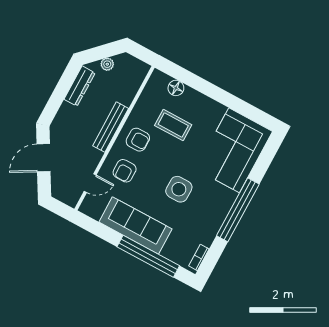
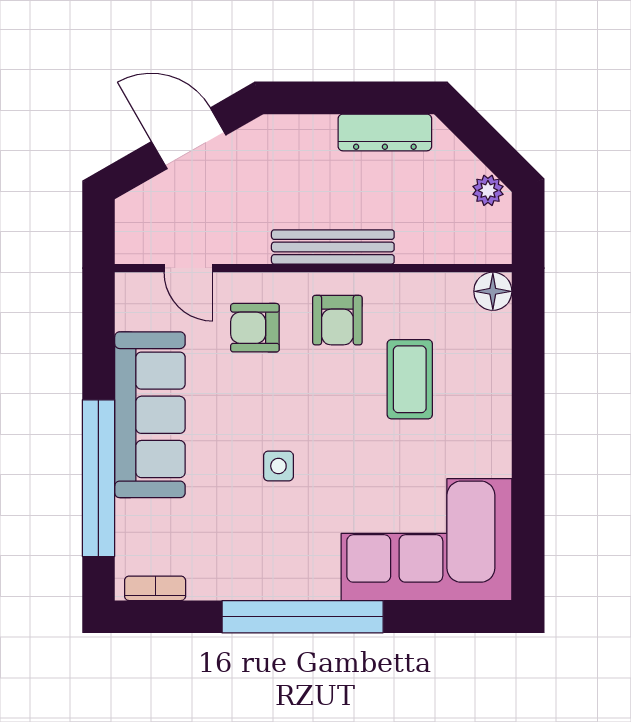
plant: (107, 64) -> (488, 190), moved
floor lamp: (176, 88) -> (493, 291), moved
side table: (179, 189) -> (278, 466), width x0.54, depth x0.54

